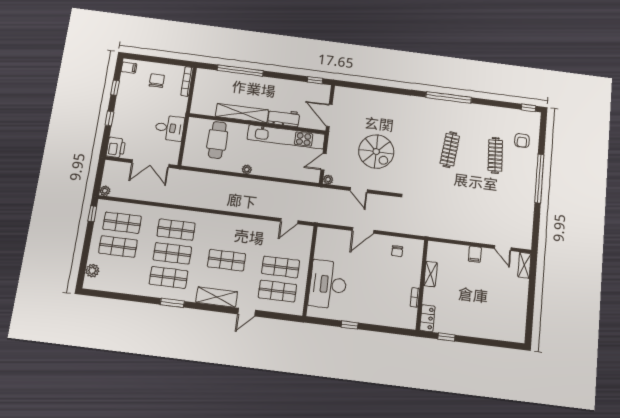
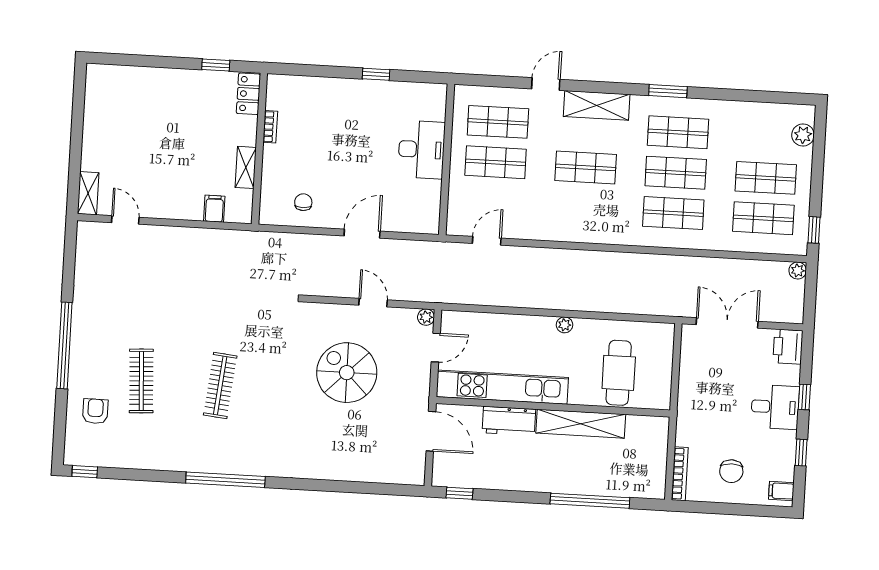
desk: (170, 128) -> (775, 407), moved, turned 180
filing cabinet: (475, 254) -> (214, 209), moved
desk: (328, 284) -> (421, 150), width x0.73, depth x0.77

